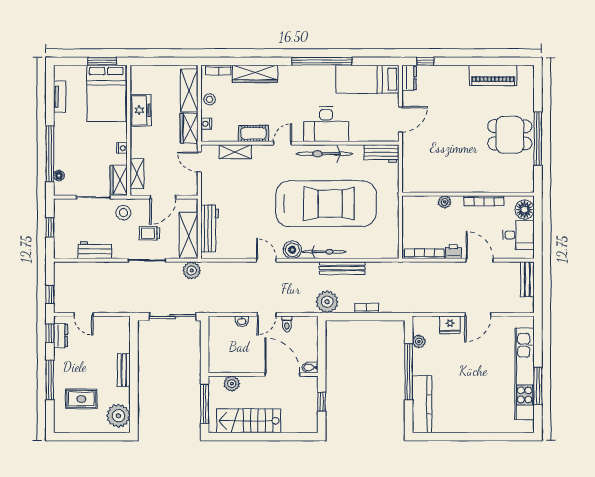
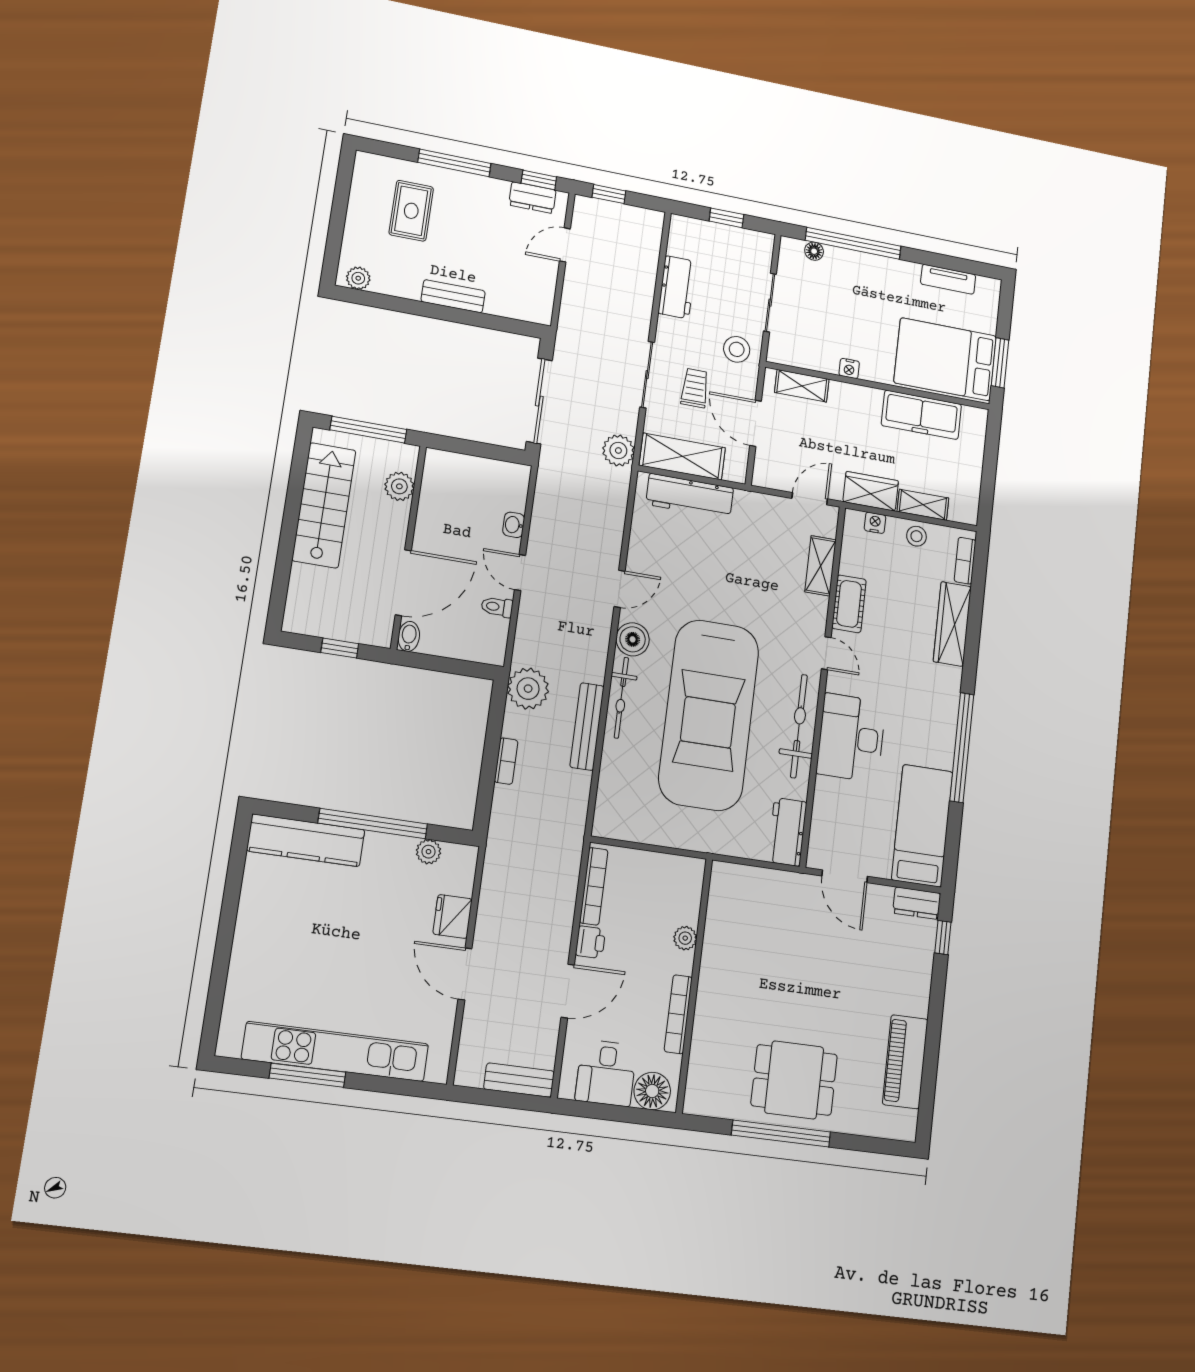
shelving: (189, 90) -> (923, 505), width x0.67, depth x0.75
freezer: (141, 110) -> (921, 415), width x1.40
dining table: (510, 135) -> (794, 1080), turned 90
wardrobe: (119, 180) -> (795, 352), removed
plant: (118, 416) -> (358, 278), width x0.53, depth x0.53

